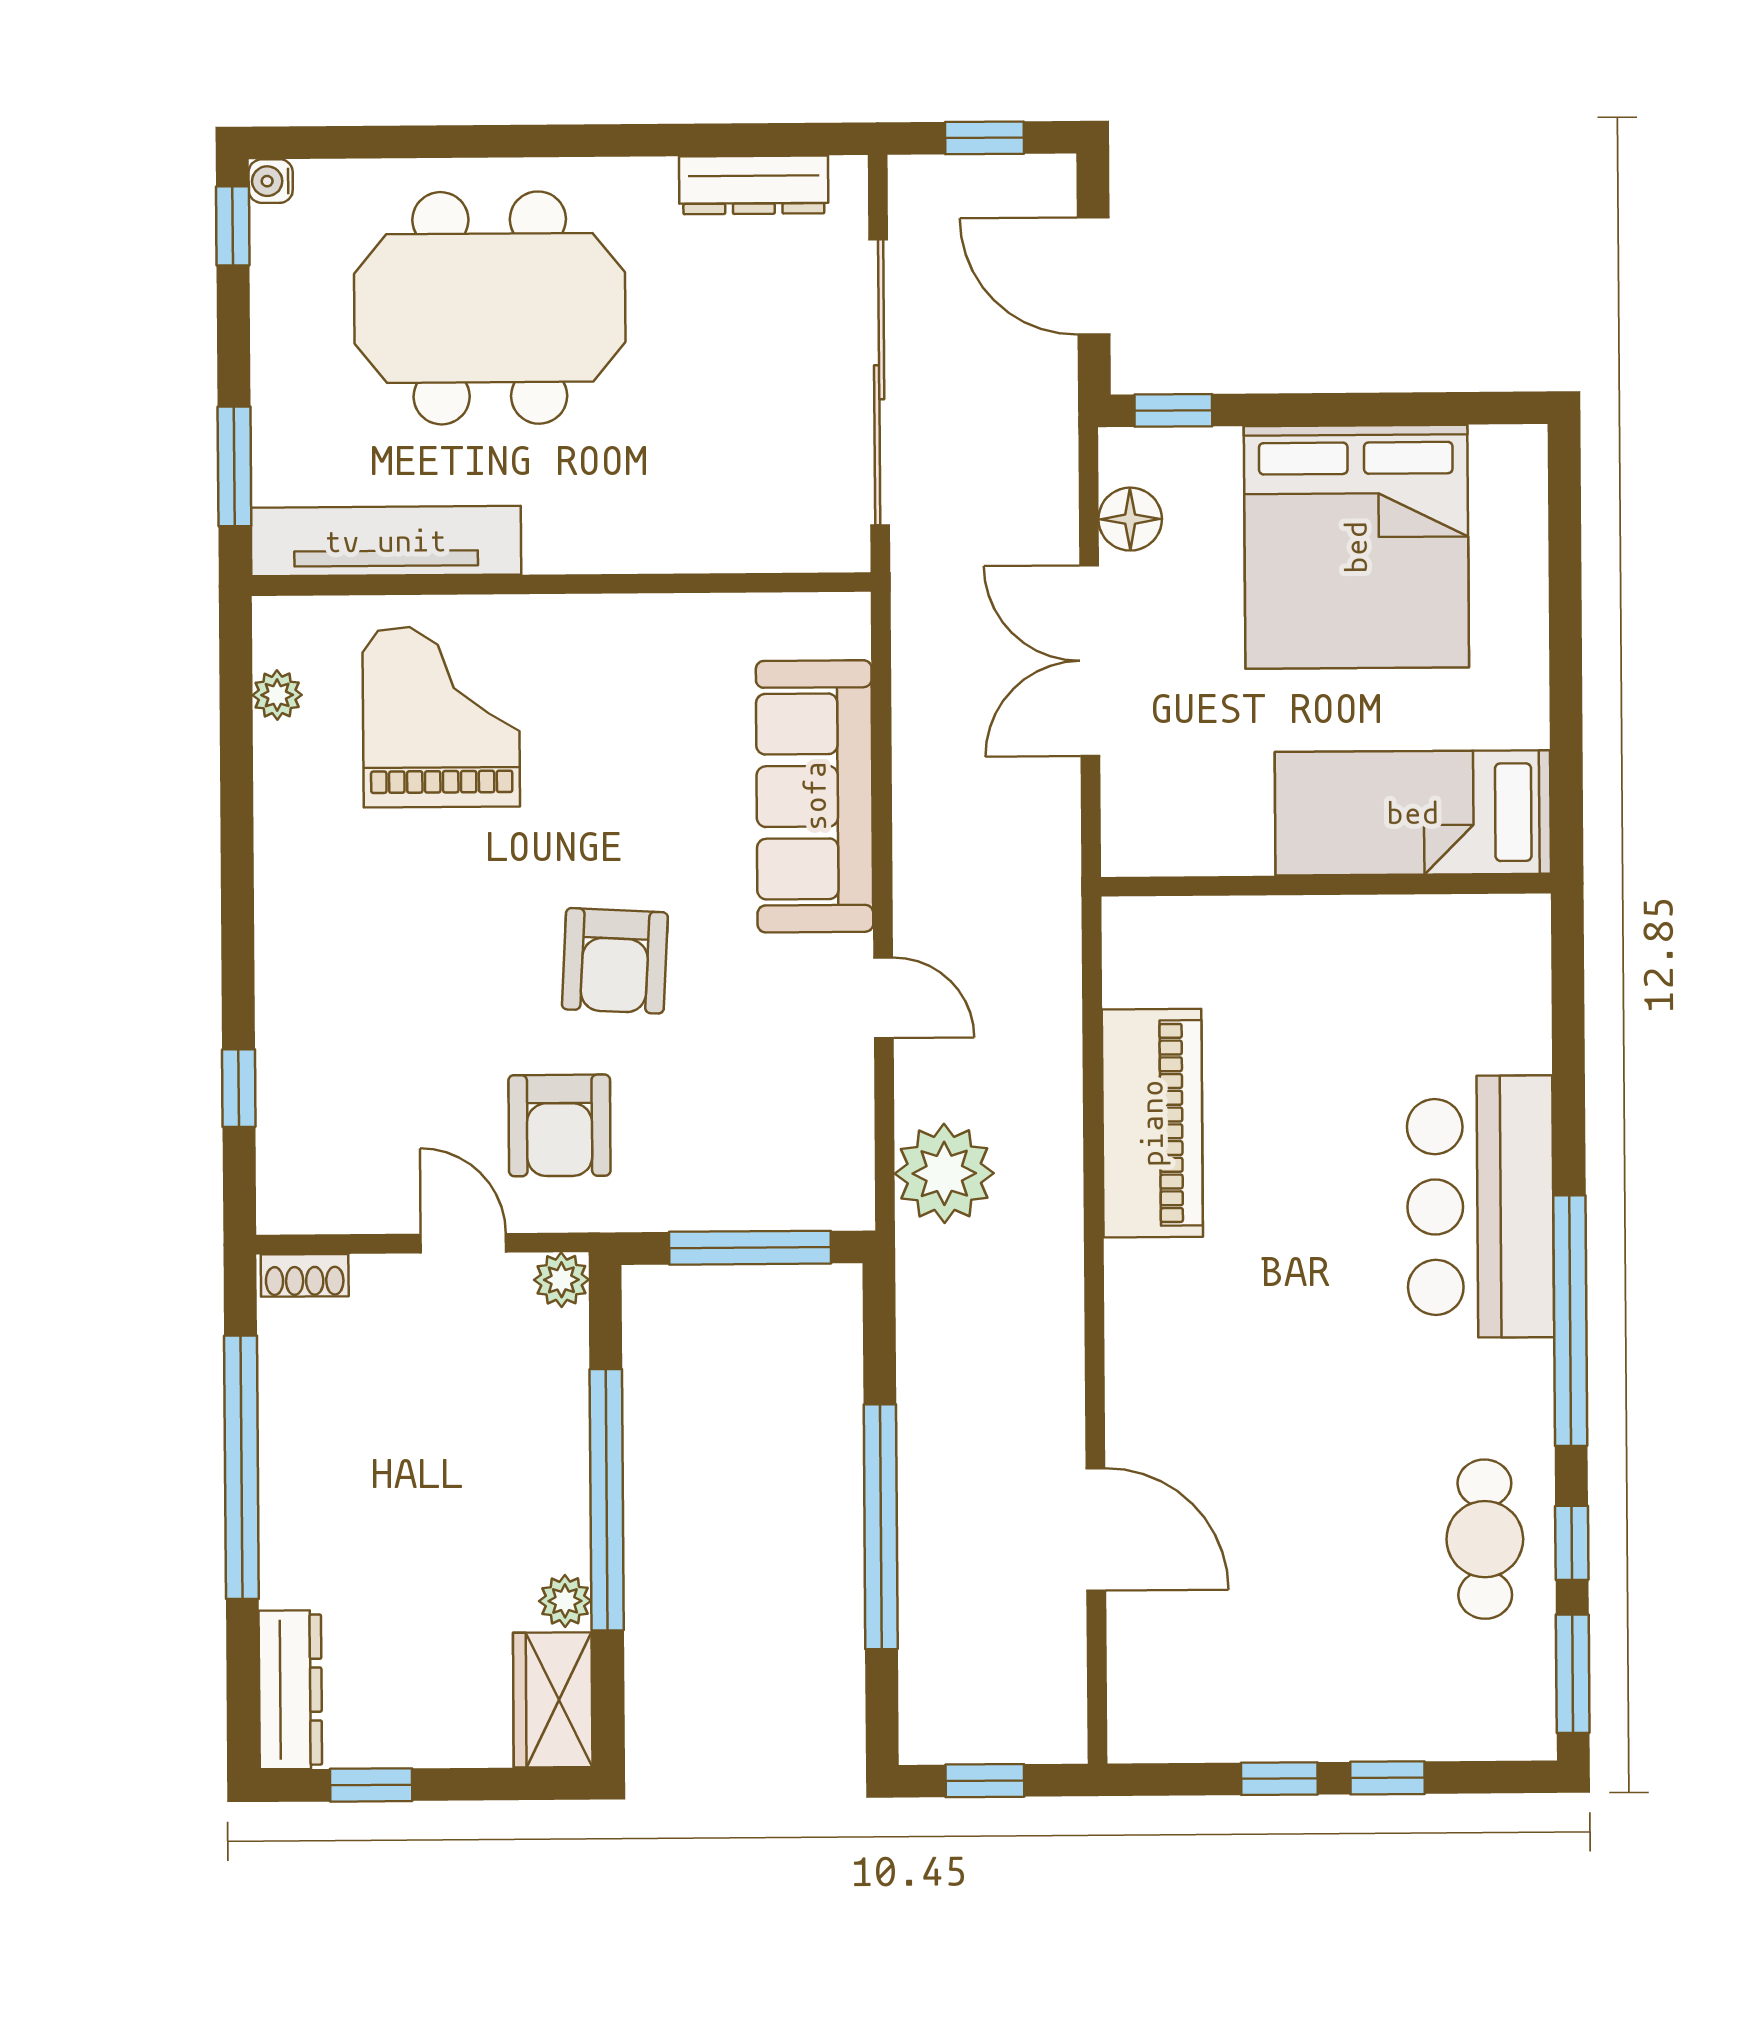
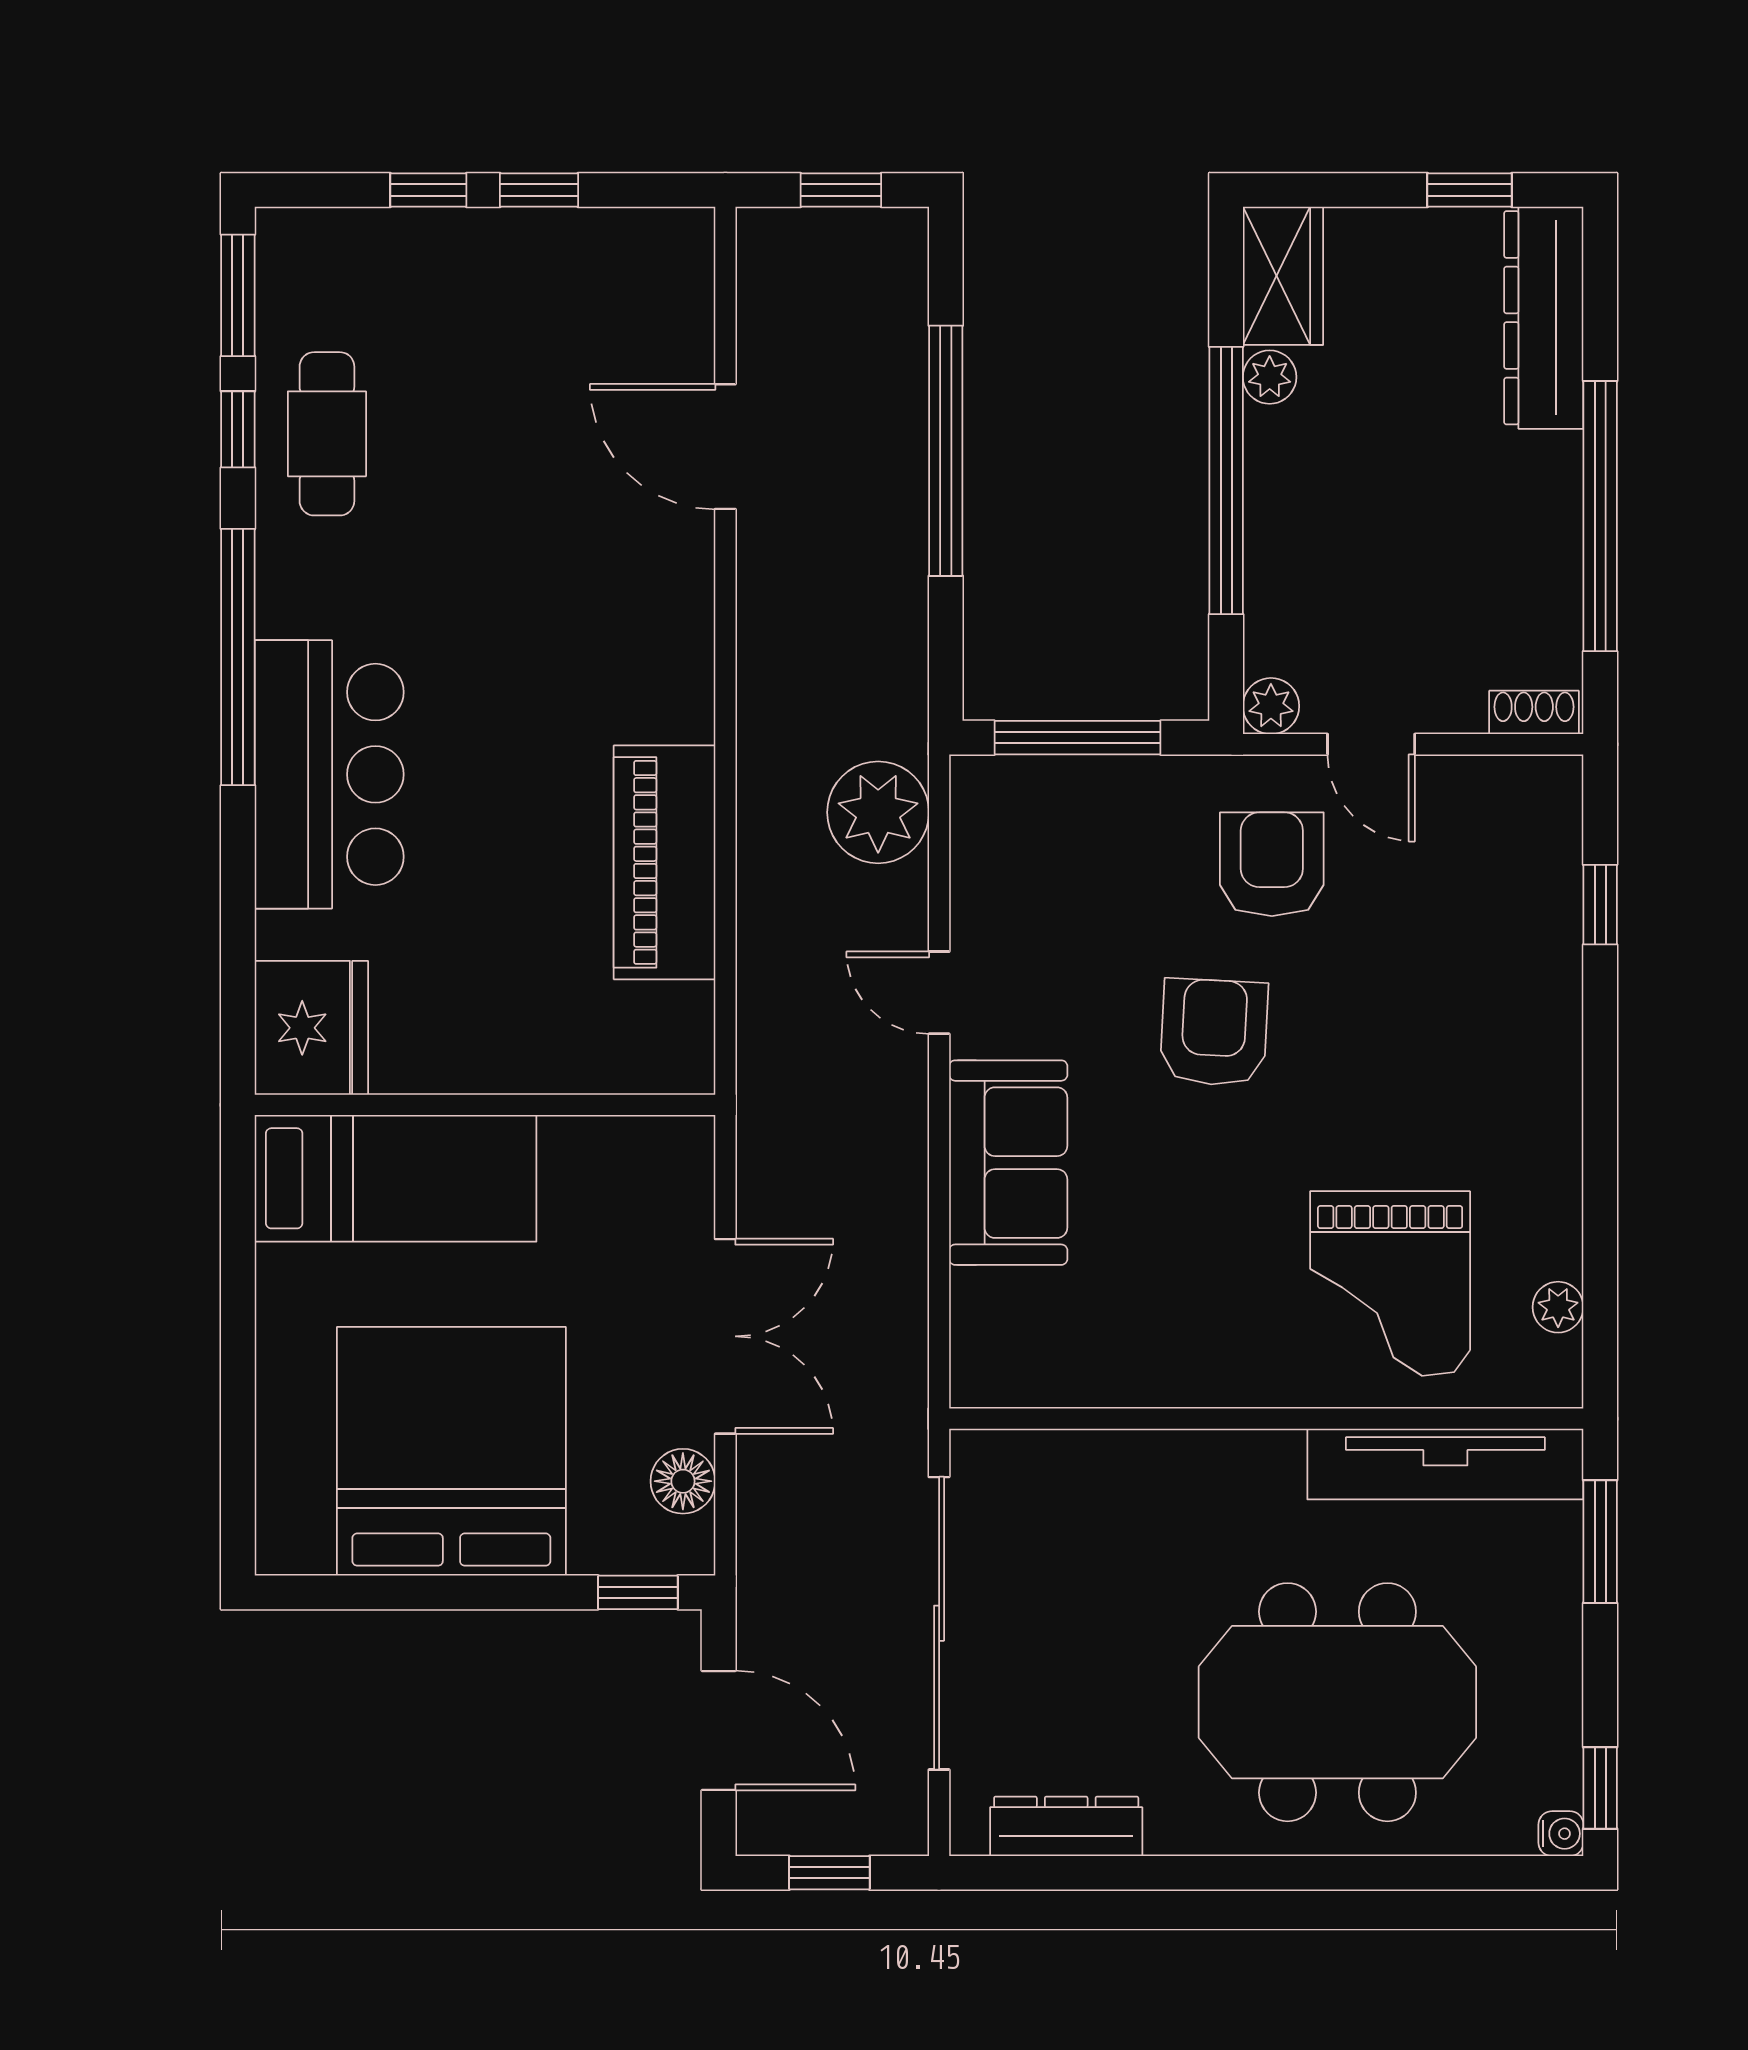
sofa: (815, 796) -> (1008, 1163), width x0.73
fridge: (1496, 959) -> (311, 1028), added
dresser: (290, 1690) -> (1544, 318), width x1.37, depth x1.24

